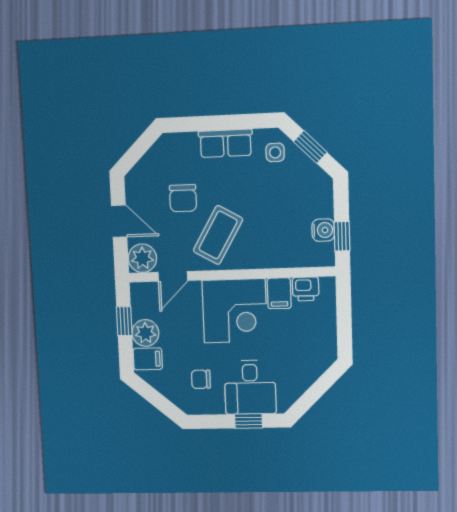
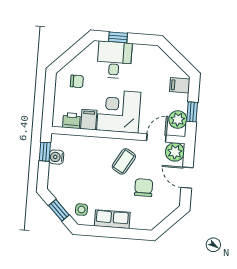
coffee table: (218, 235) -> (124, 161), width x0.73, depth x0.77
plant: (145, 333) -> (178, 120), moved
chair: (201, 379) -> (77, 81), moved

